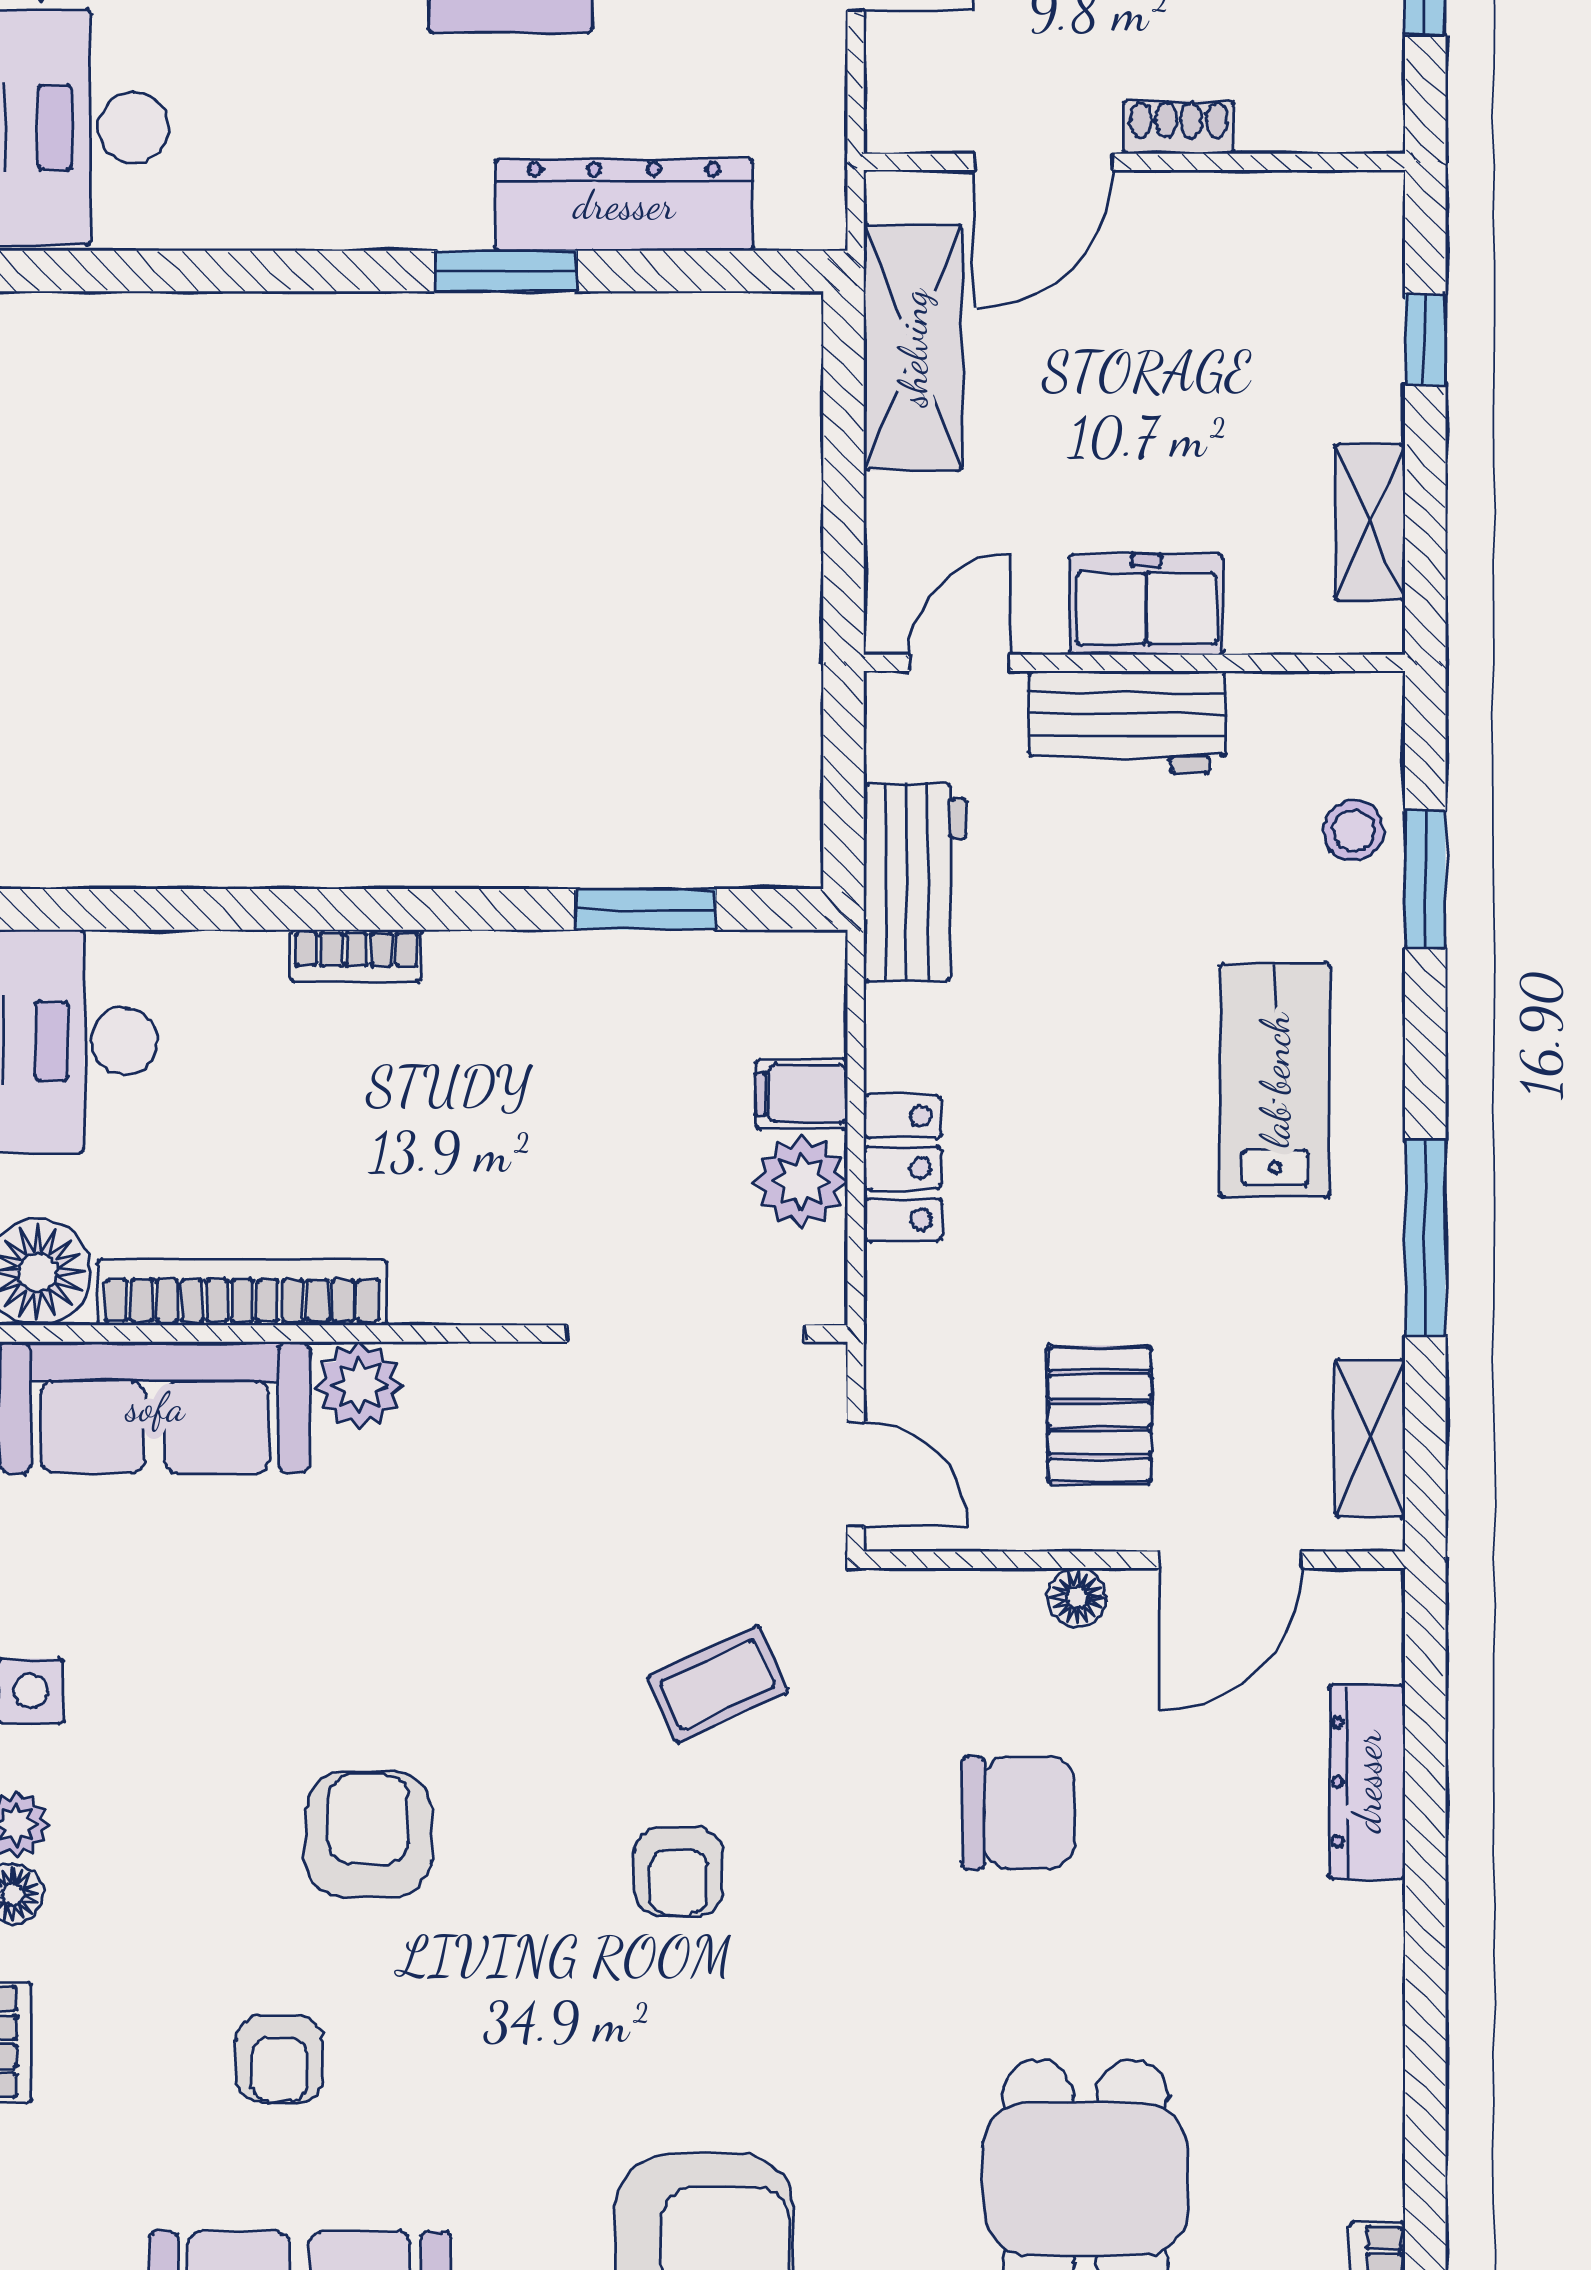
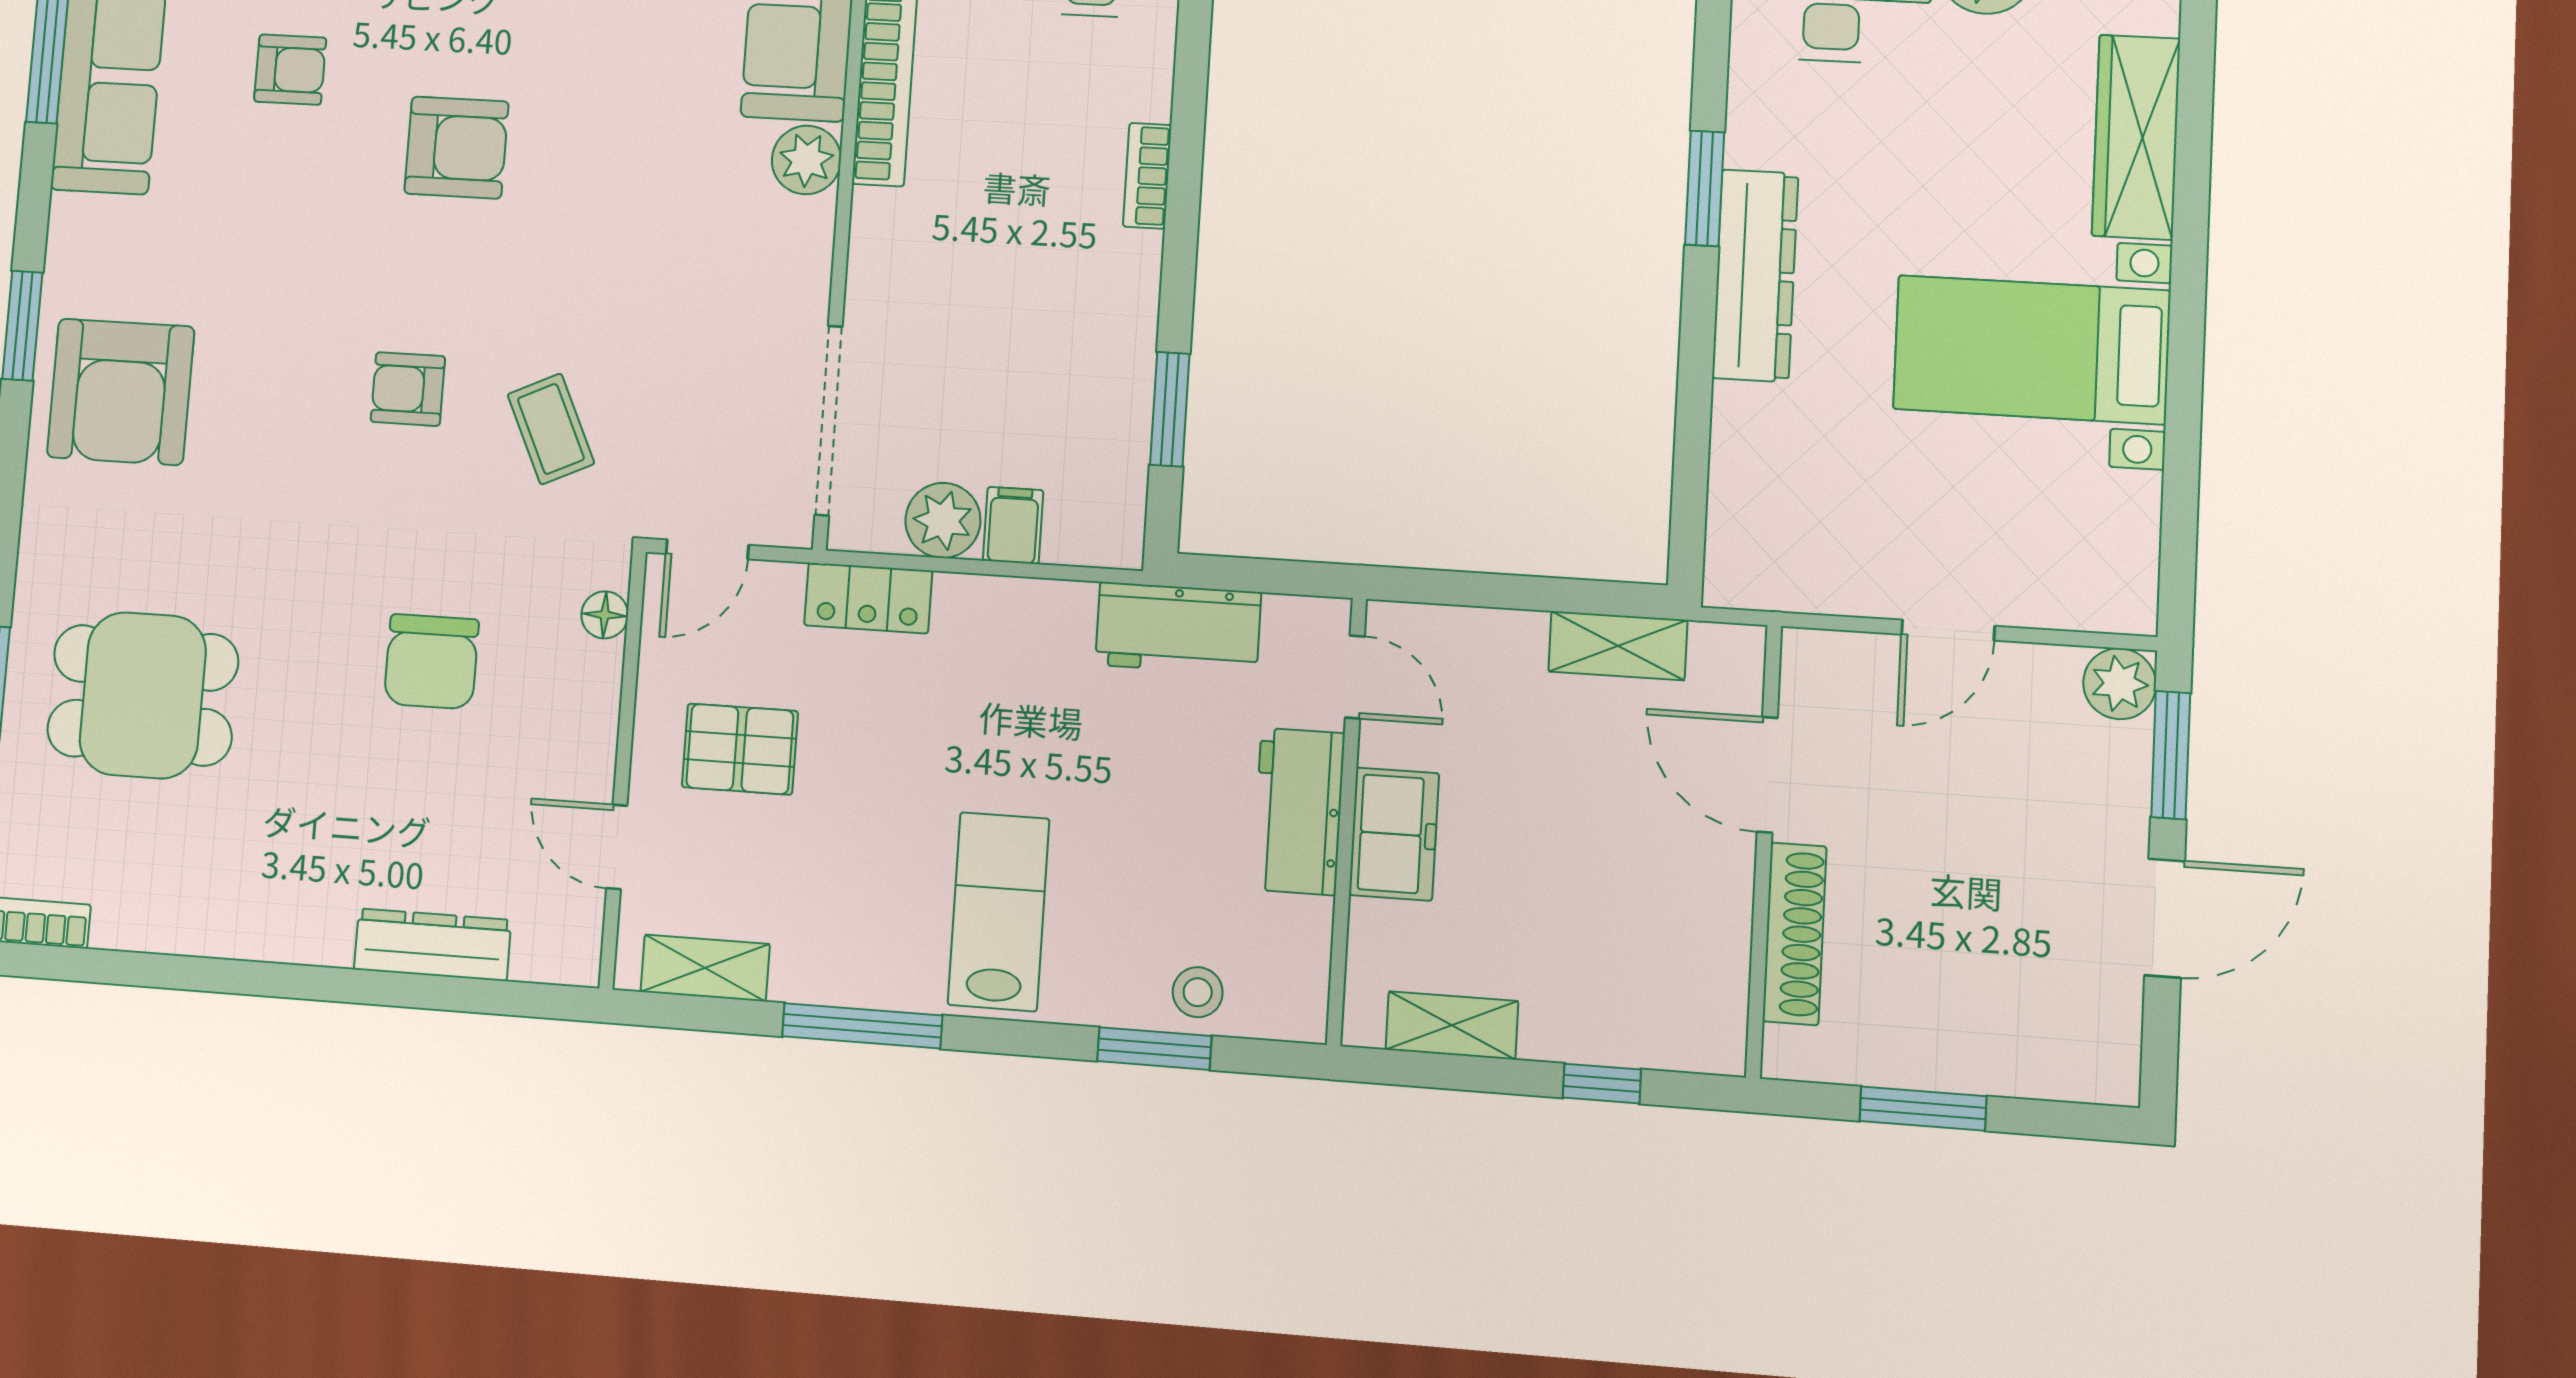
shoe rack: (1179, 127) -> (1795, 934), width x1.94, depth x1.24
dresser: (624, 205) -> (1755, 276), moved
window: (506, 271) -> (1705, 188), moved
shelving: (913, 348) -> (1618, 646), width x0.67, depth x0.75
lab bench: (1275, 1080) -> (999, 912), turned -90
locker: (903, 1168) -> (868, 598), moved
door: (1231, 1560) -> (617, 847), width x0.73
floor lamp: (1077, 1597) -> (605, 615), moved
armchair: (279, 2059) -> (290, 70), turned 180

